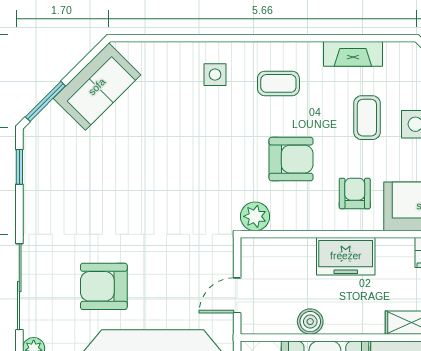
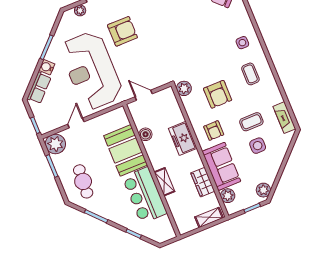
fireplace: (353, 54) -> (284, 118), moved
armchair: (355, 193) -> (214, 131), turned 90
armchair: (104, 286) -> (122, 31), turned 90

